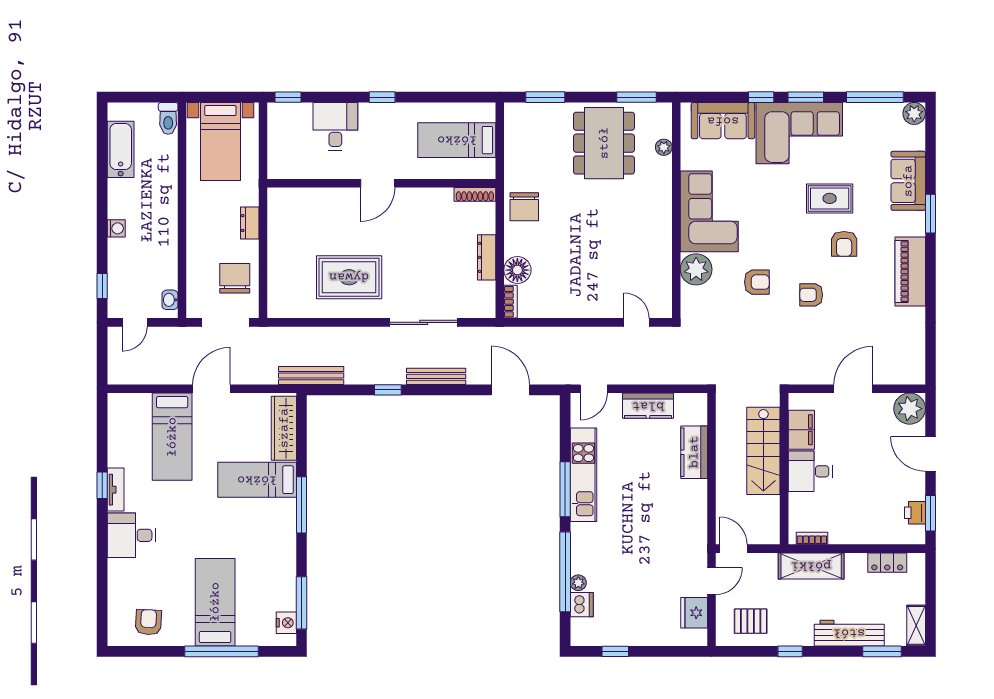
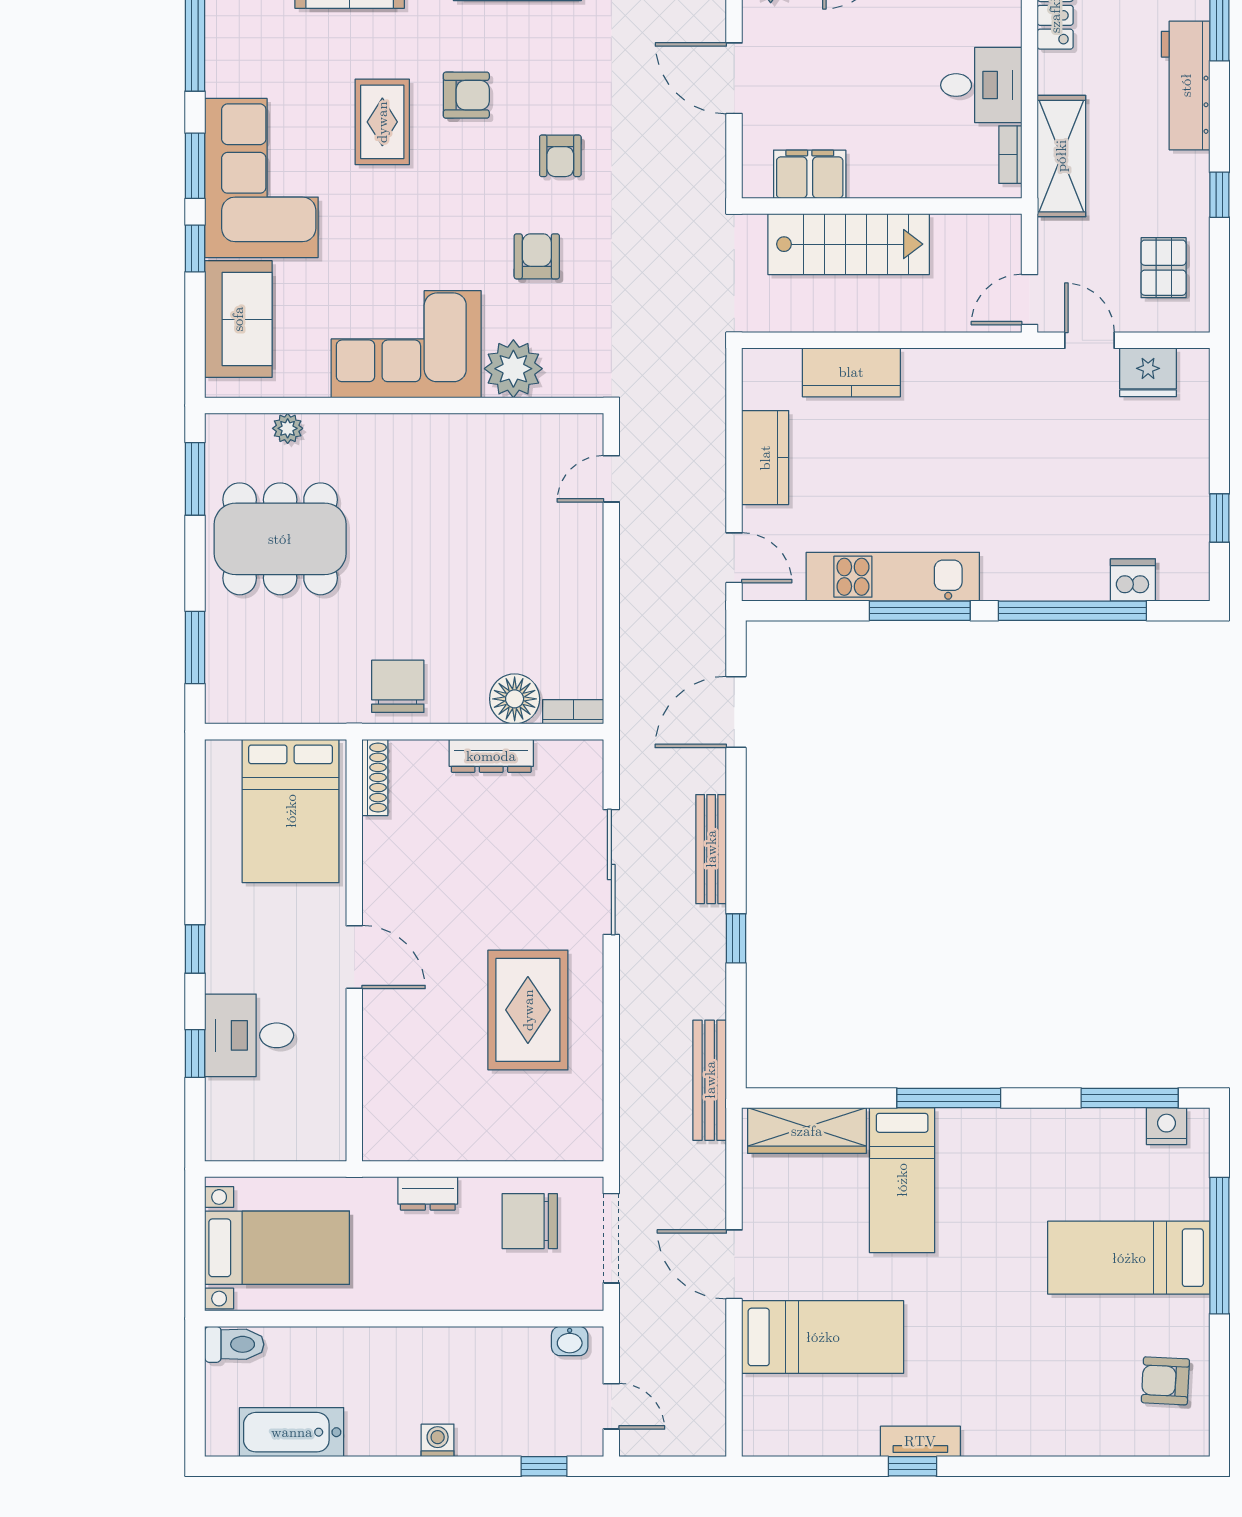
window: (288, 97) -> (195, 1054), moved
bed: (457, 140) -> (291, 811), width x1.50
chair: (524, 207) -> (398, 686), turned -90
desk: (810, 471) -> (981, 85), moved, turned -90
desk: (131, 535) -> (1005, 1412), removed
plant: (578, 583) -> (1093, 586), removed

